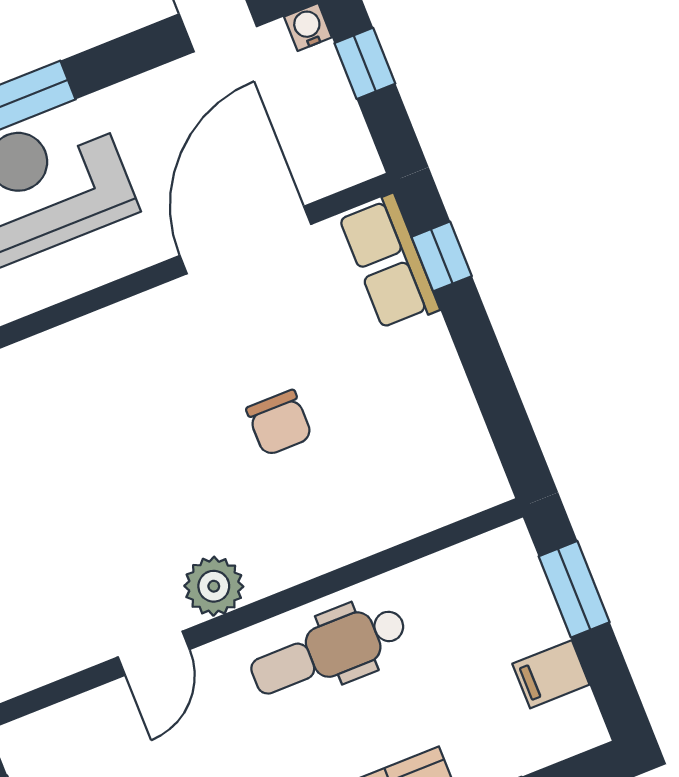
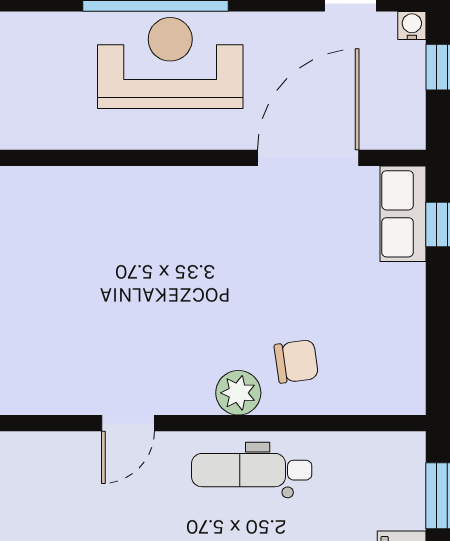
chair: (279, 423) -> (296, 361), moved, turned -98
plant: (214, 586) -> (238, 393), moved

